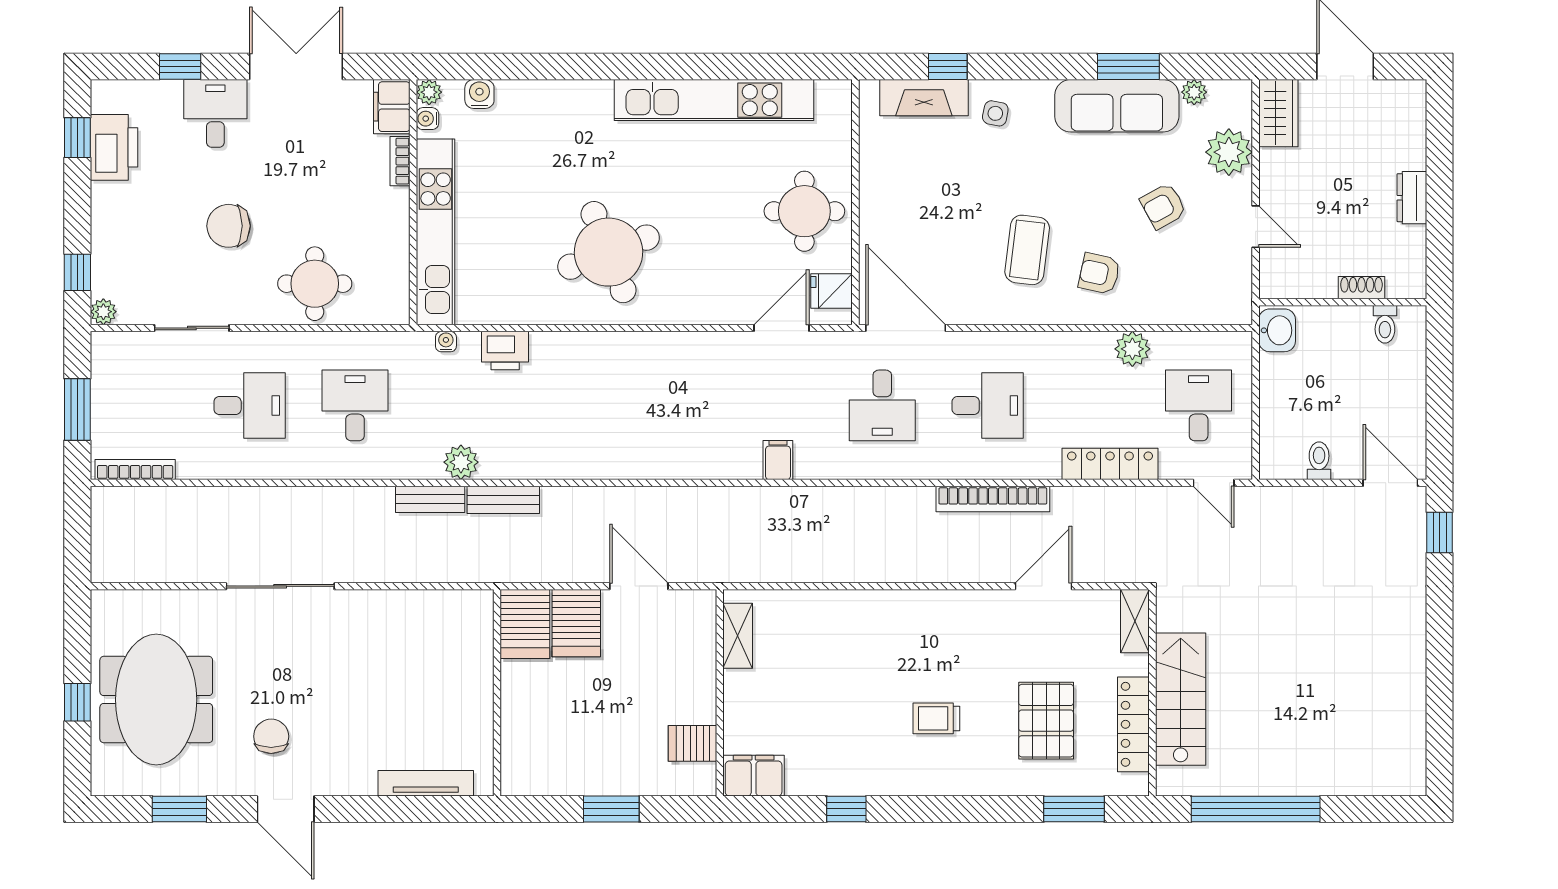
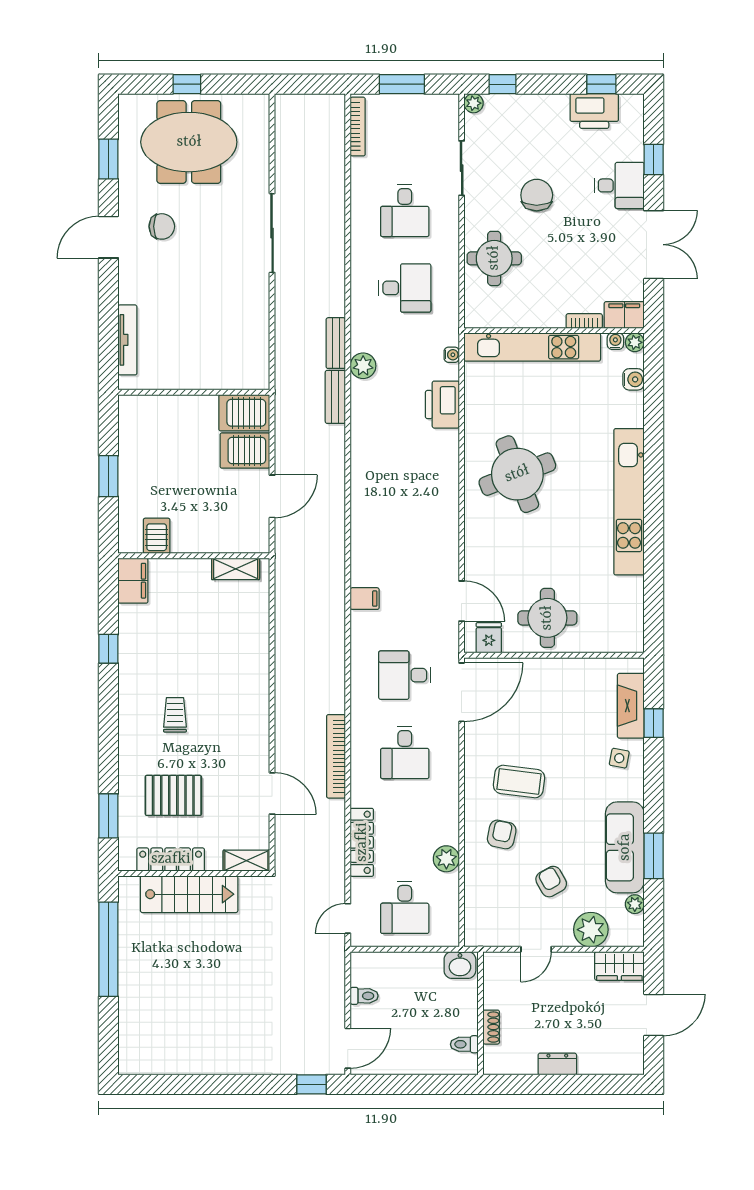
kitchen unit: (714, 100) -> (629, 502), moved
printer: (505, 351) -> (442, 405), width x1.37, depth x1.19
desk: (1199, 405) -> (405, 907), turned 90

